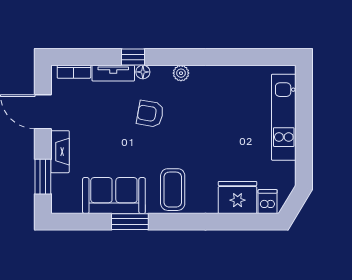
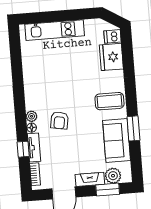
window: (133, 57) -> (23, 149), moved
plant: (181, 73) -> (32, 116), moved
plant: (63, 186) -> (113, 176), added

